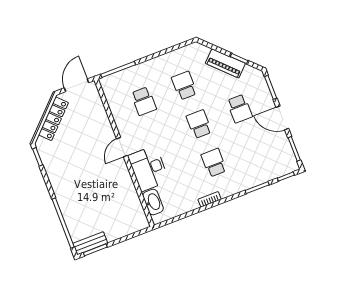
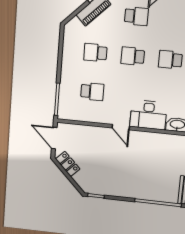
locker: (53, 119) -> (68, 164), width x0.66

